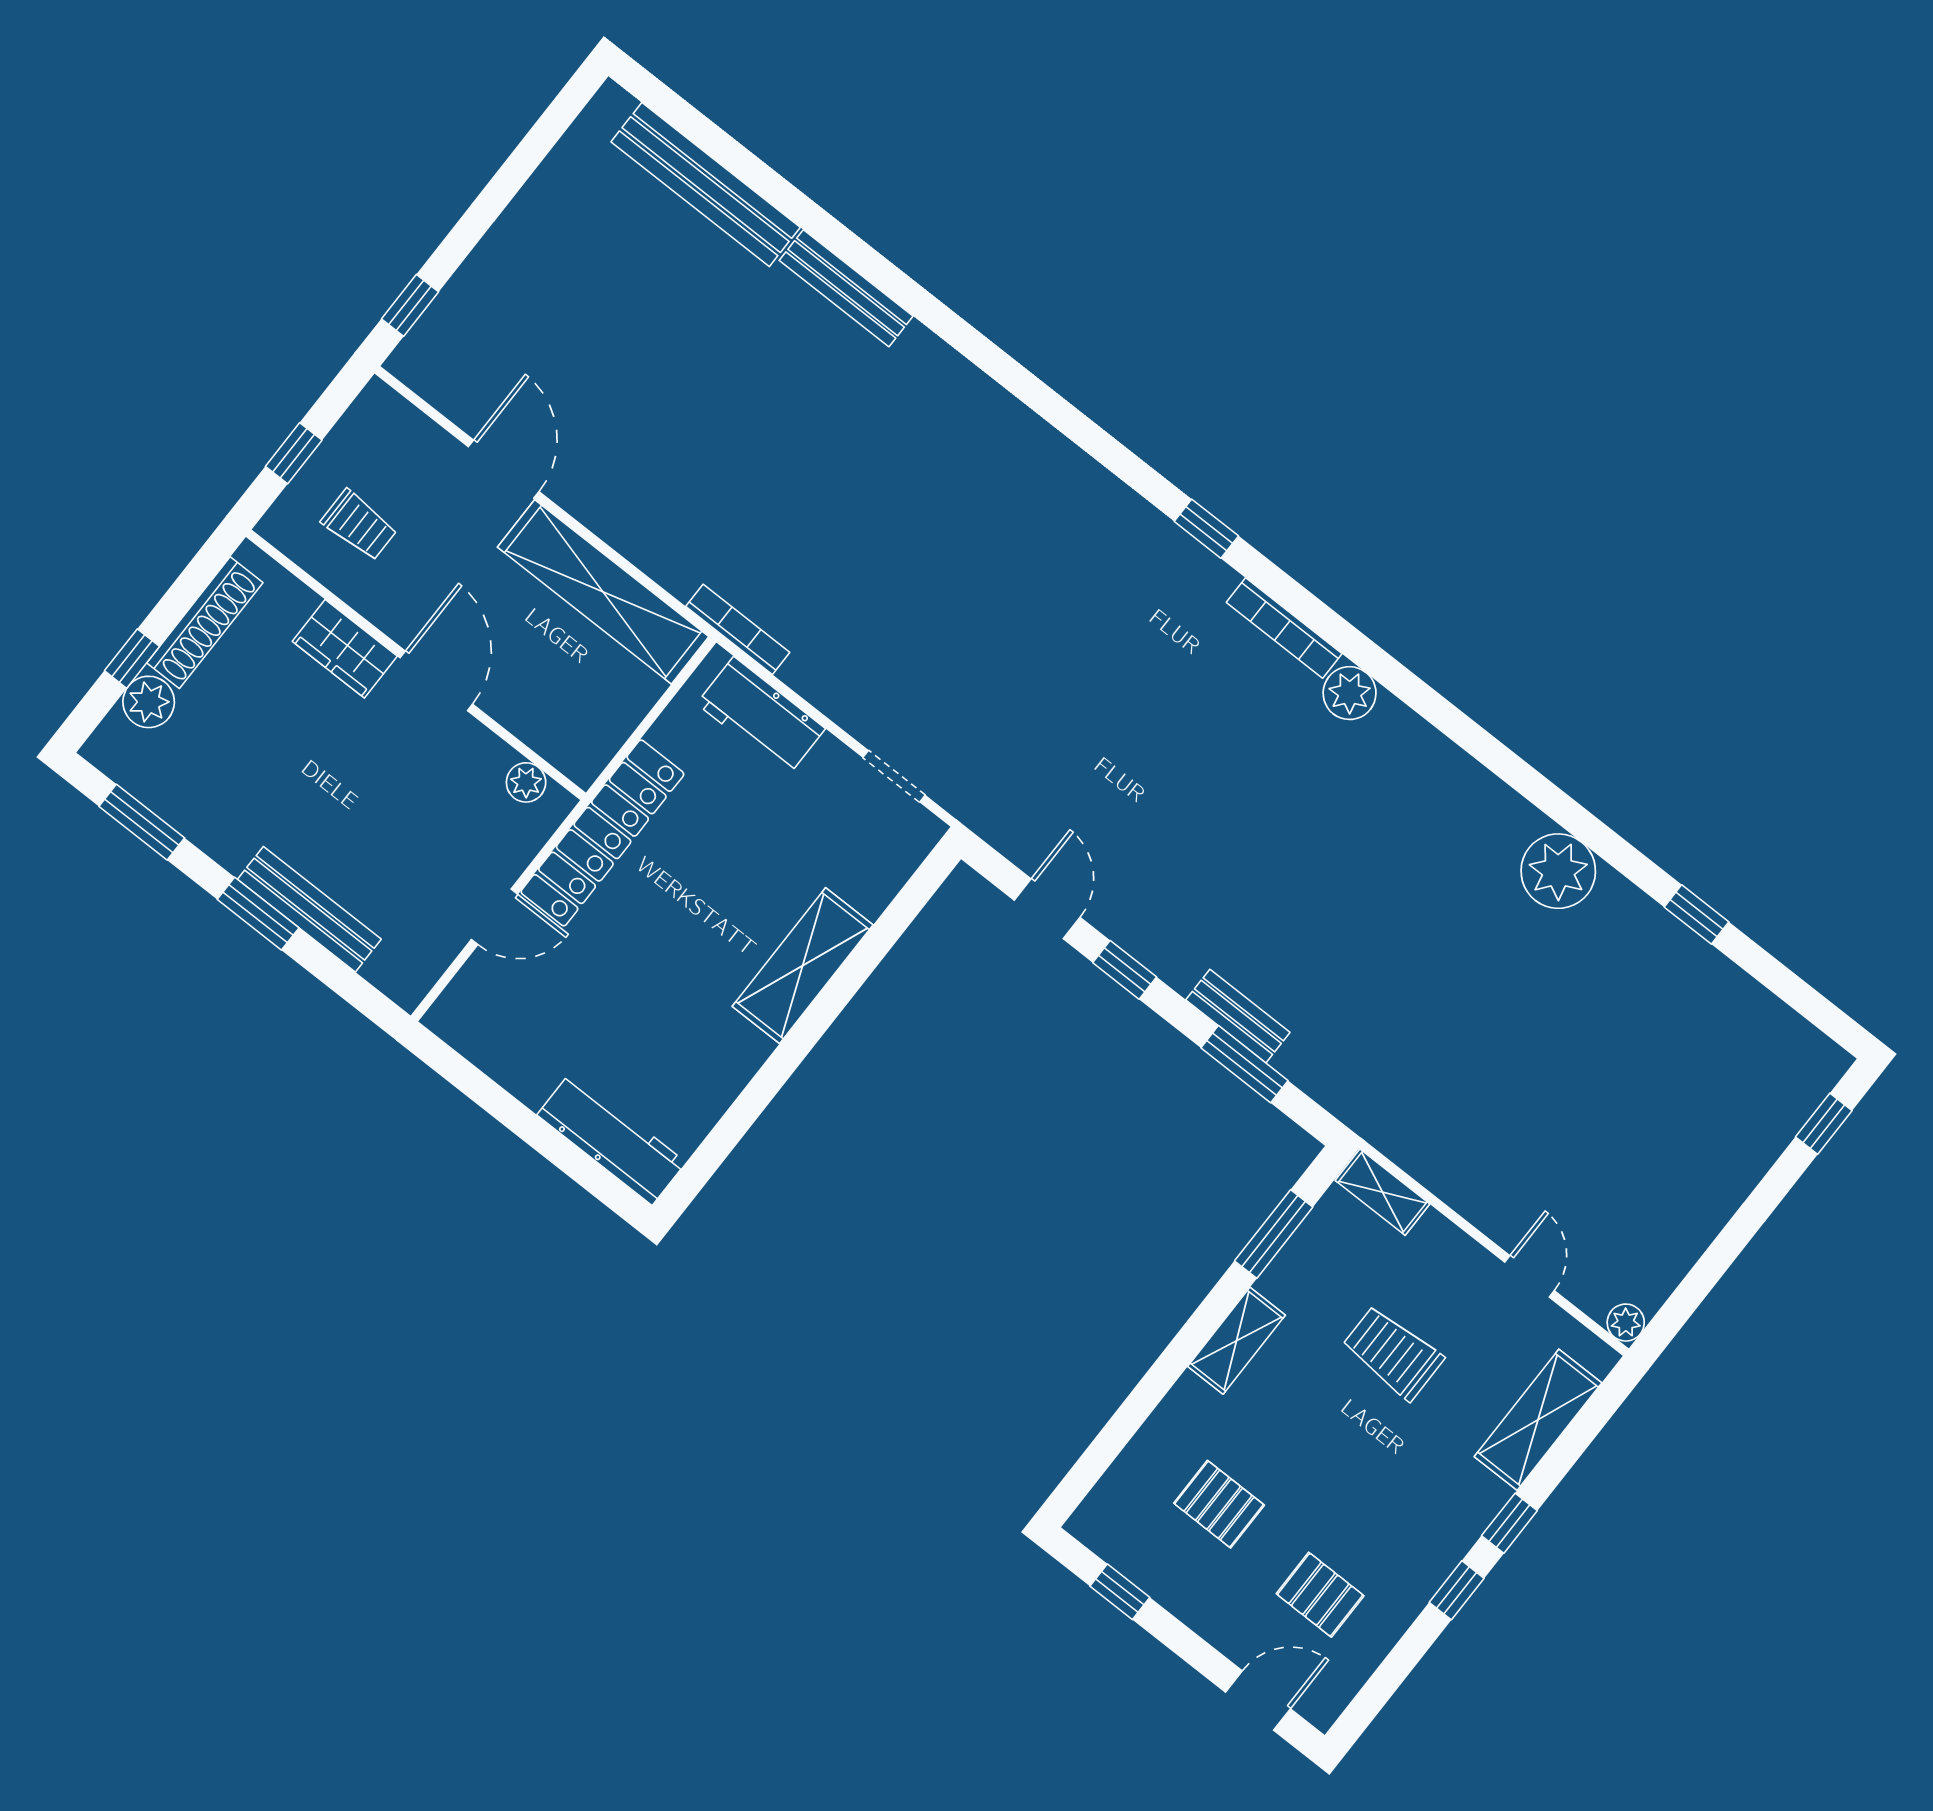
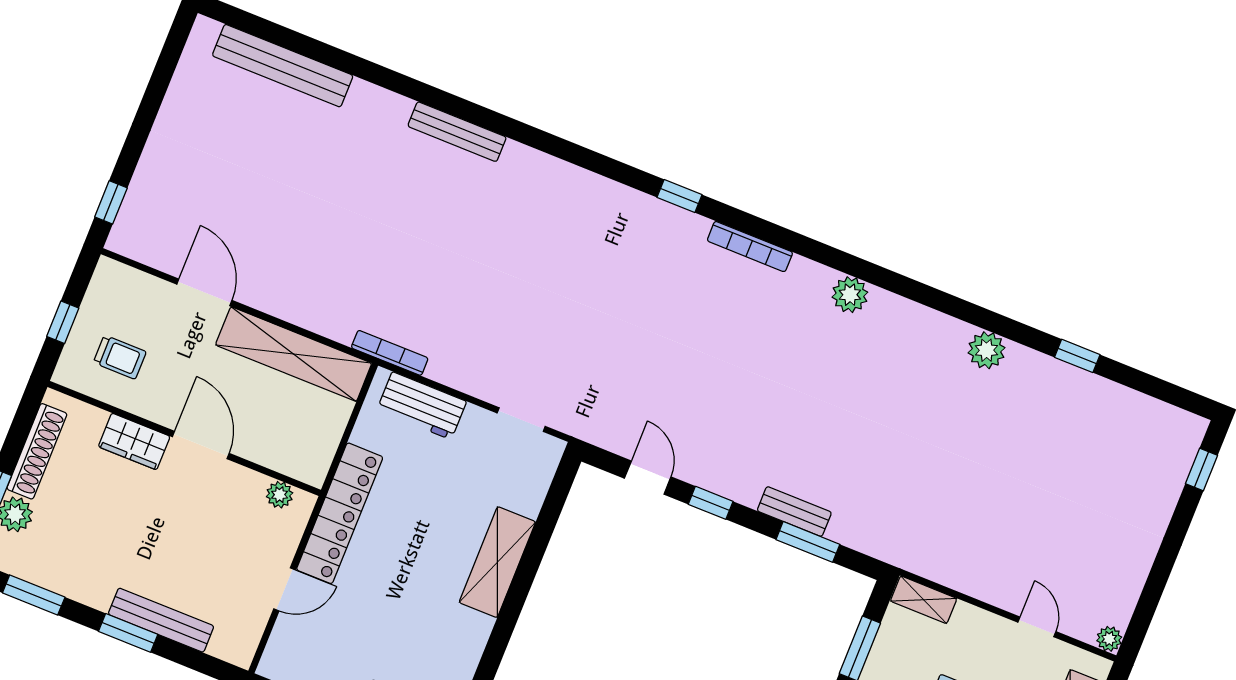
bench: (846, 288) -> (457, 132), moved
plant: (1350, 693) -> (850, 295), moved
plant: (1558, 871) -> (987, 350), width x0.73, depth x0.73

